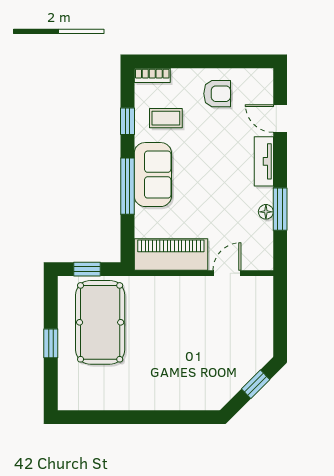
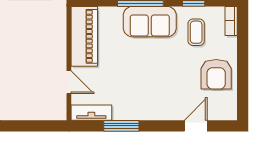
armchair: (217, 94) -> (216, 74), width x1.38, depth x1.38
tv unit: (264, 161) -> (91, 113), moved
floor lamp: (266, 212) -> (119, 114), removed

